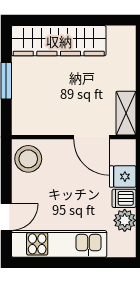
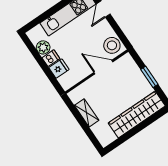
shelving: (126, 113) -> (87, 113), moved
door: (92, 137) -> (103, 67), moved

